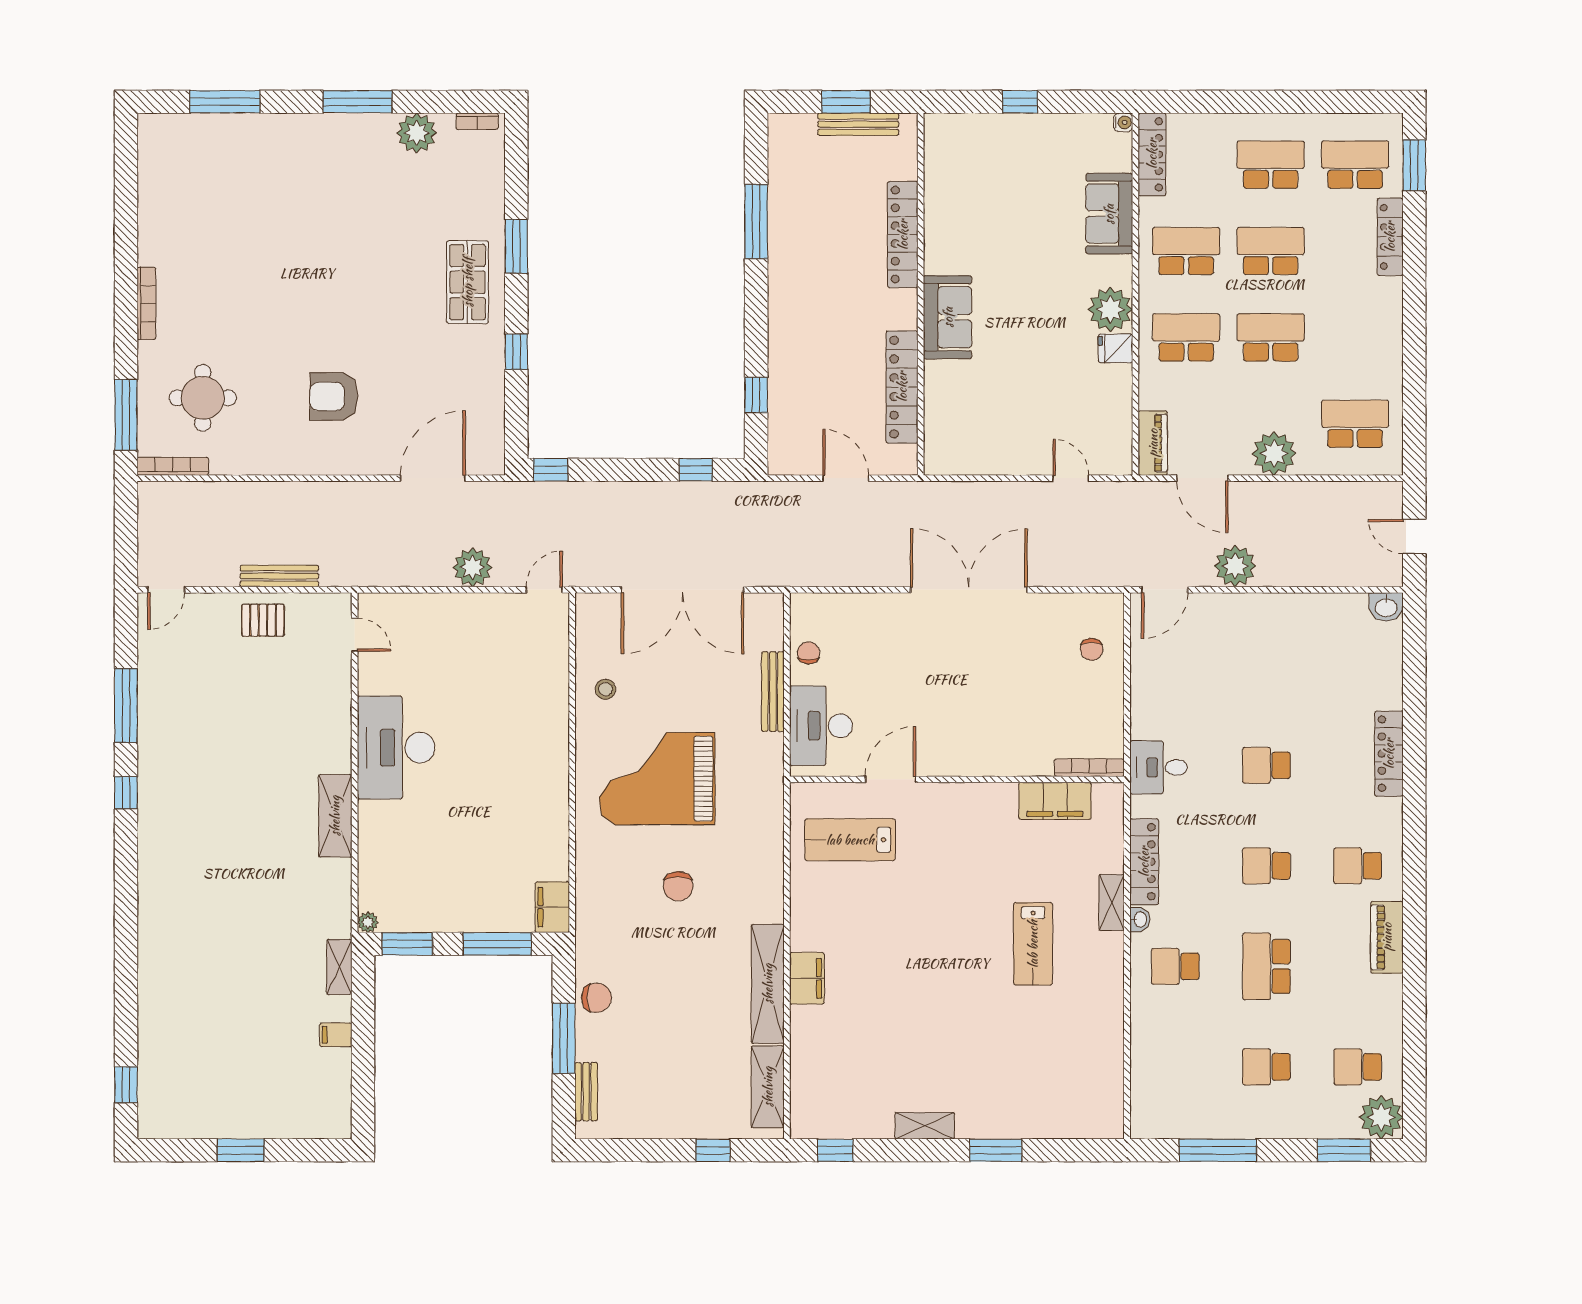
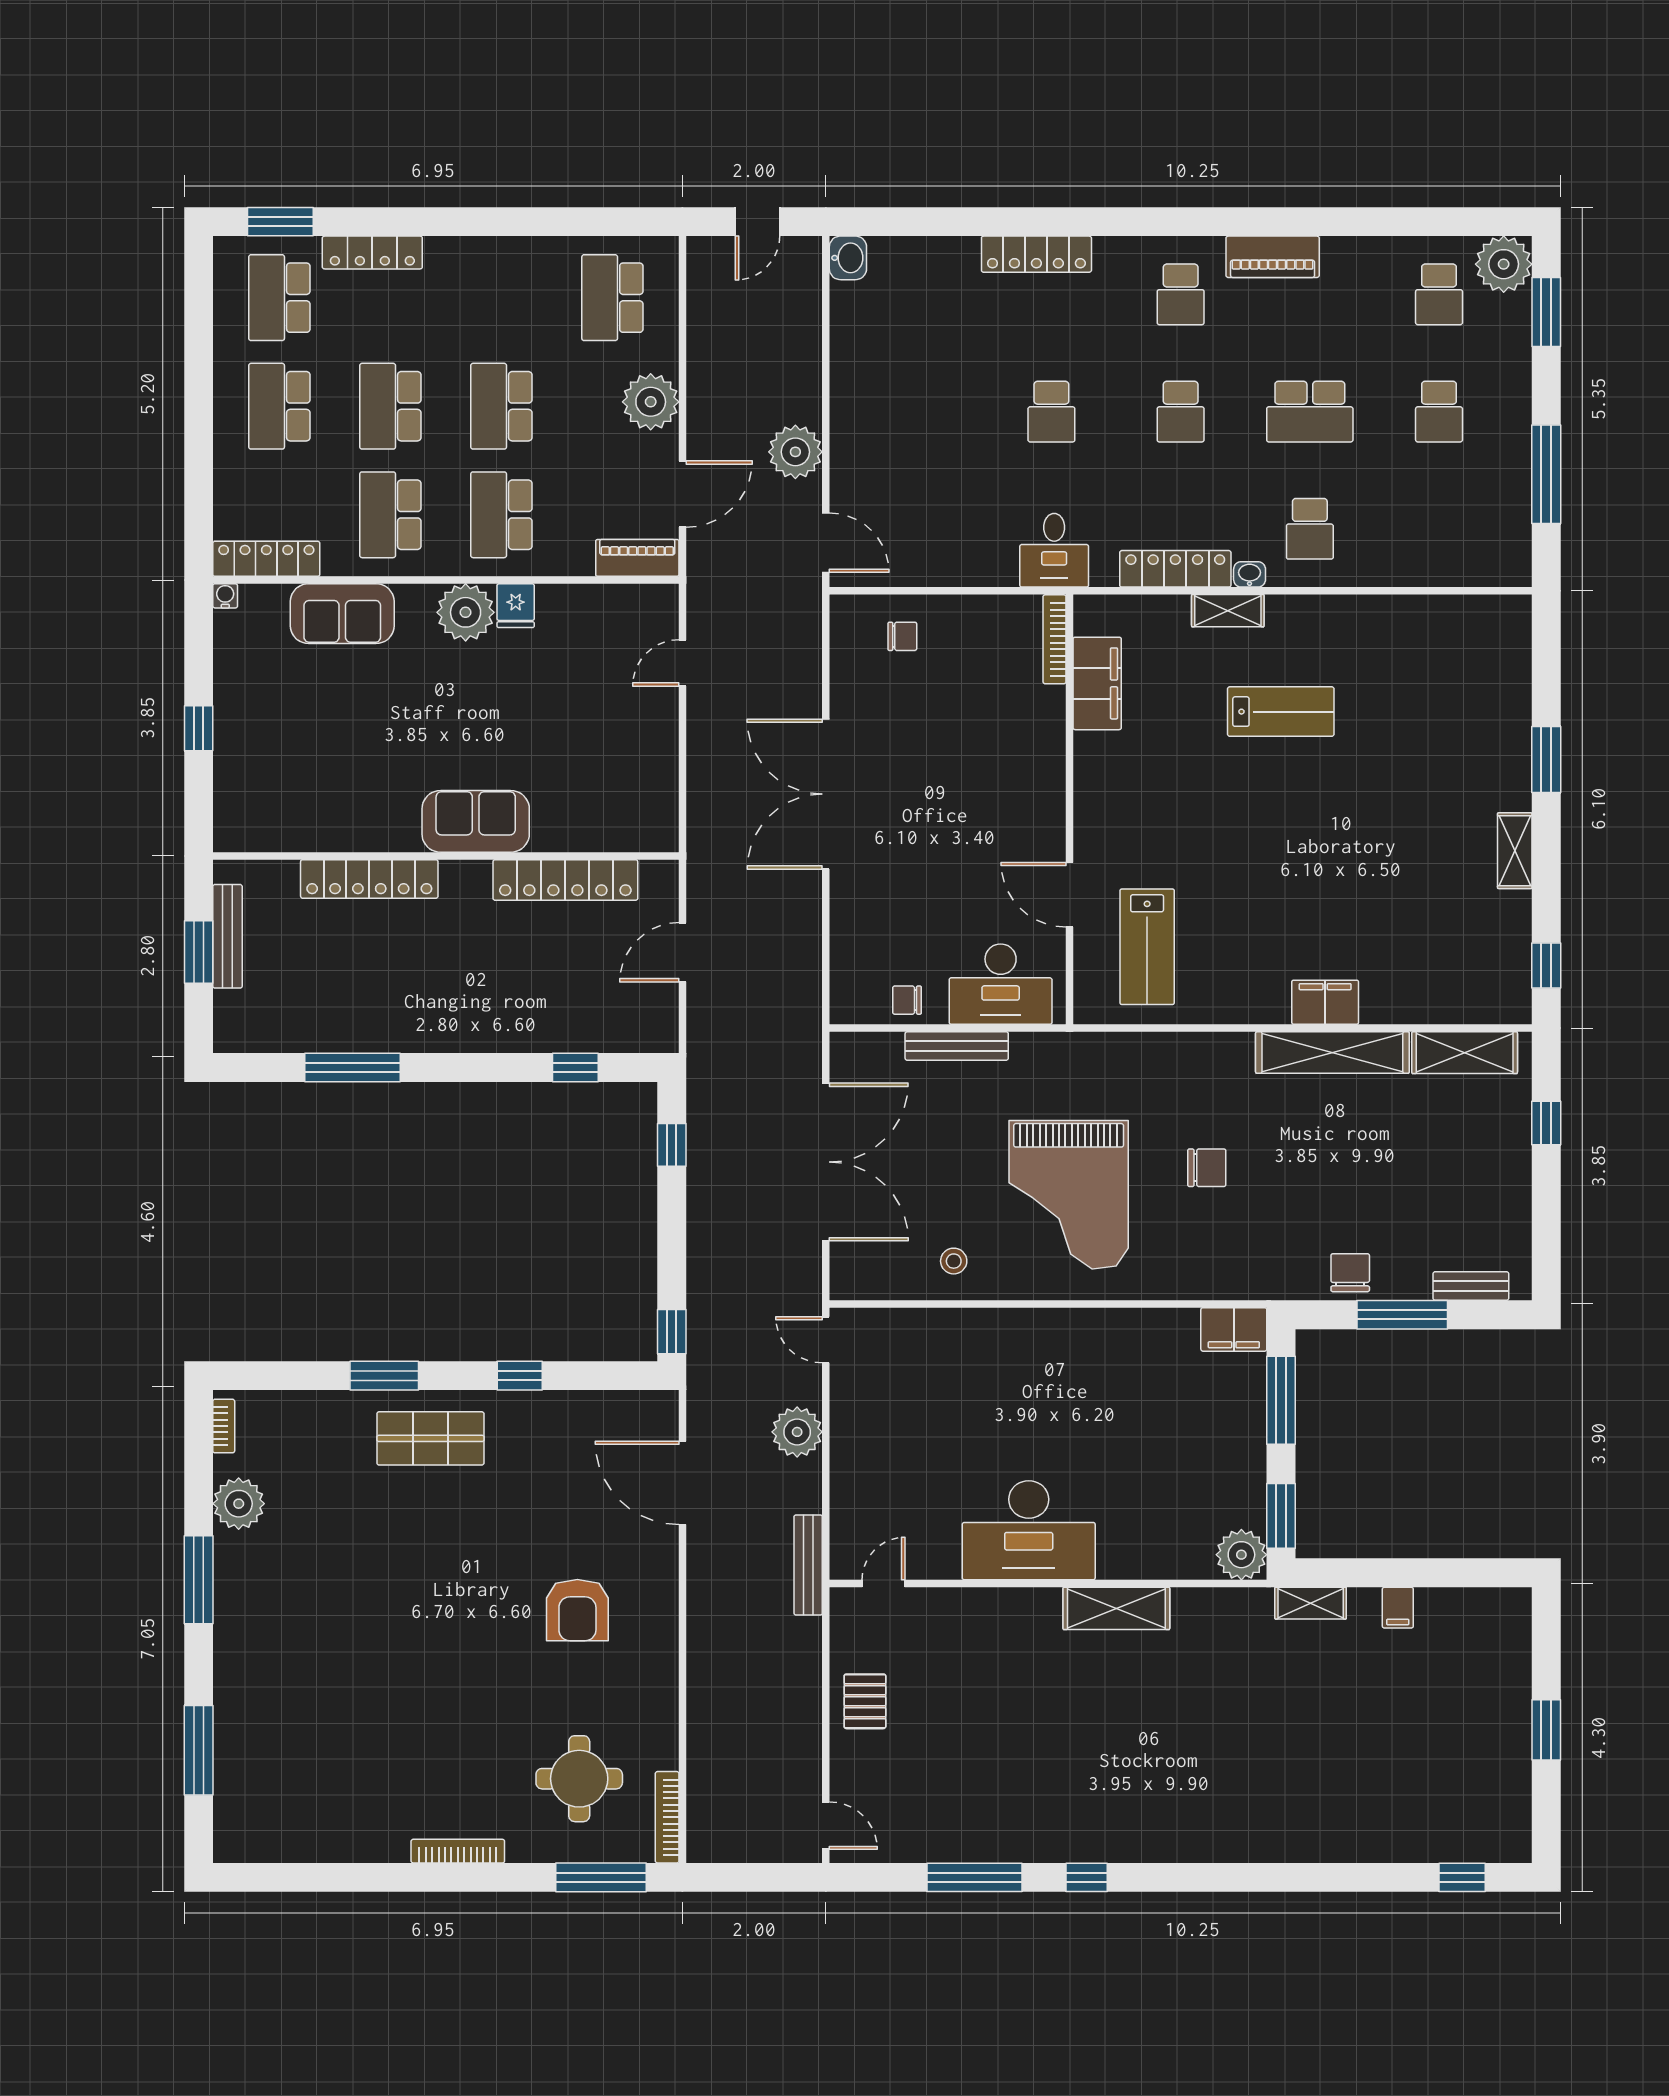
bench: (279, 576) -> (808, 1565), moved
plant: (368, 922) -> (1241, 1555), width x1.88, depth x1.88

